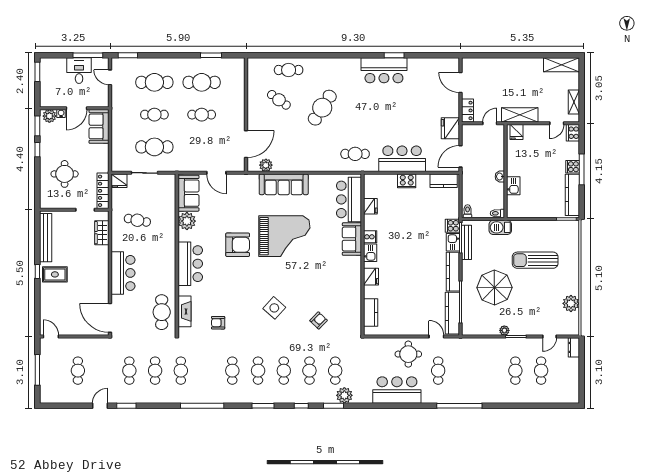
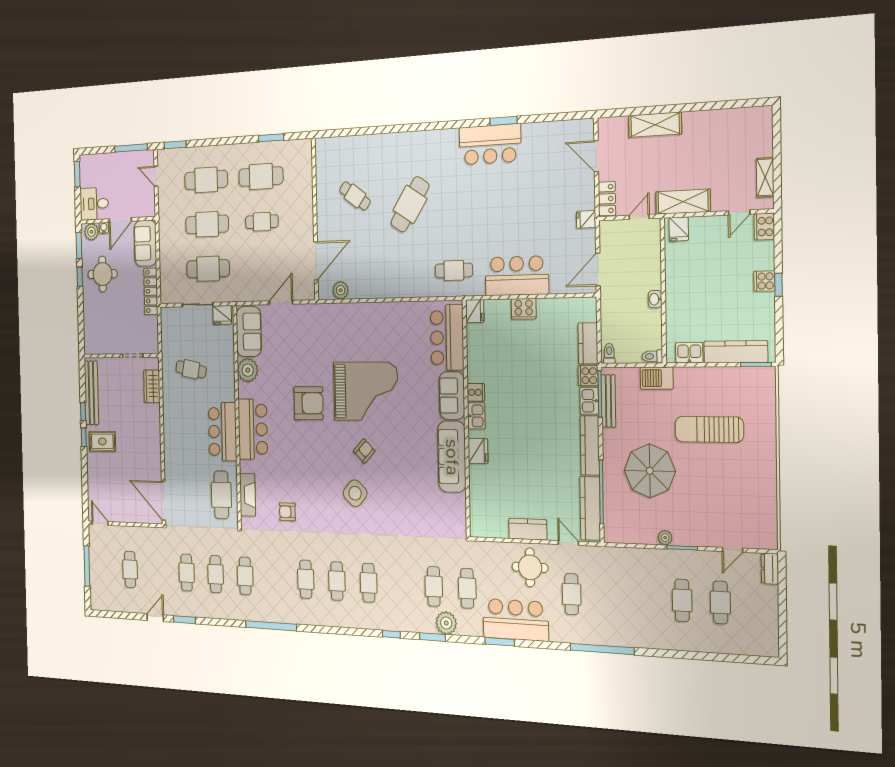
shelving: (561, 65) -> (655, 125), moved
cafe table: (289, 70) -> (366, 152), removed
desk: (79, 71) -> (94, 204), moved, turned -90
cafe table: (154, 115) -> (207, 224), width x1.37, depth x1.35
fridge: (450, 128) -> (586, 219), width x0.53, depth x0.75
window: (582, 169) -> (778, 285), width x0.46
door: (216, 173) -> (281, 303), swing flipped
round table: (65, 174) -> (103, 274), moved
fridge: (119, 181) -> (222, 315), moved
kitchen counter: (444, 181) -> (588, 343), moved, turned 90
sofa: (284, 184) -> (452, 457), moved, turned 90
kitchen sink: (513, 186) -> (689, 353), moved, turned -90
locker: (103, 191) -> (151, 291), moved
kitchen counter: (572, 195) -> (736, 352), moved, turned 90
fridge: (370, 206) -> (475, 311), moved
window: (37, 252) -> (83, 412), added
bar counter: (123, 273) -> (223, 432), moved, turned 180
plant: (571, 303) -> (765, 499), removed
kitchen counter: (371, 312) -> (528, 529), moved, turned -90
armchair: (319, 320) -> (364, 451), moved
cafe table: (309, 371) -> (467, 588), moved
window: (263, 406) -> (500, 642), moved

